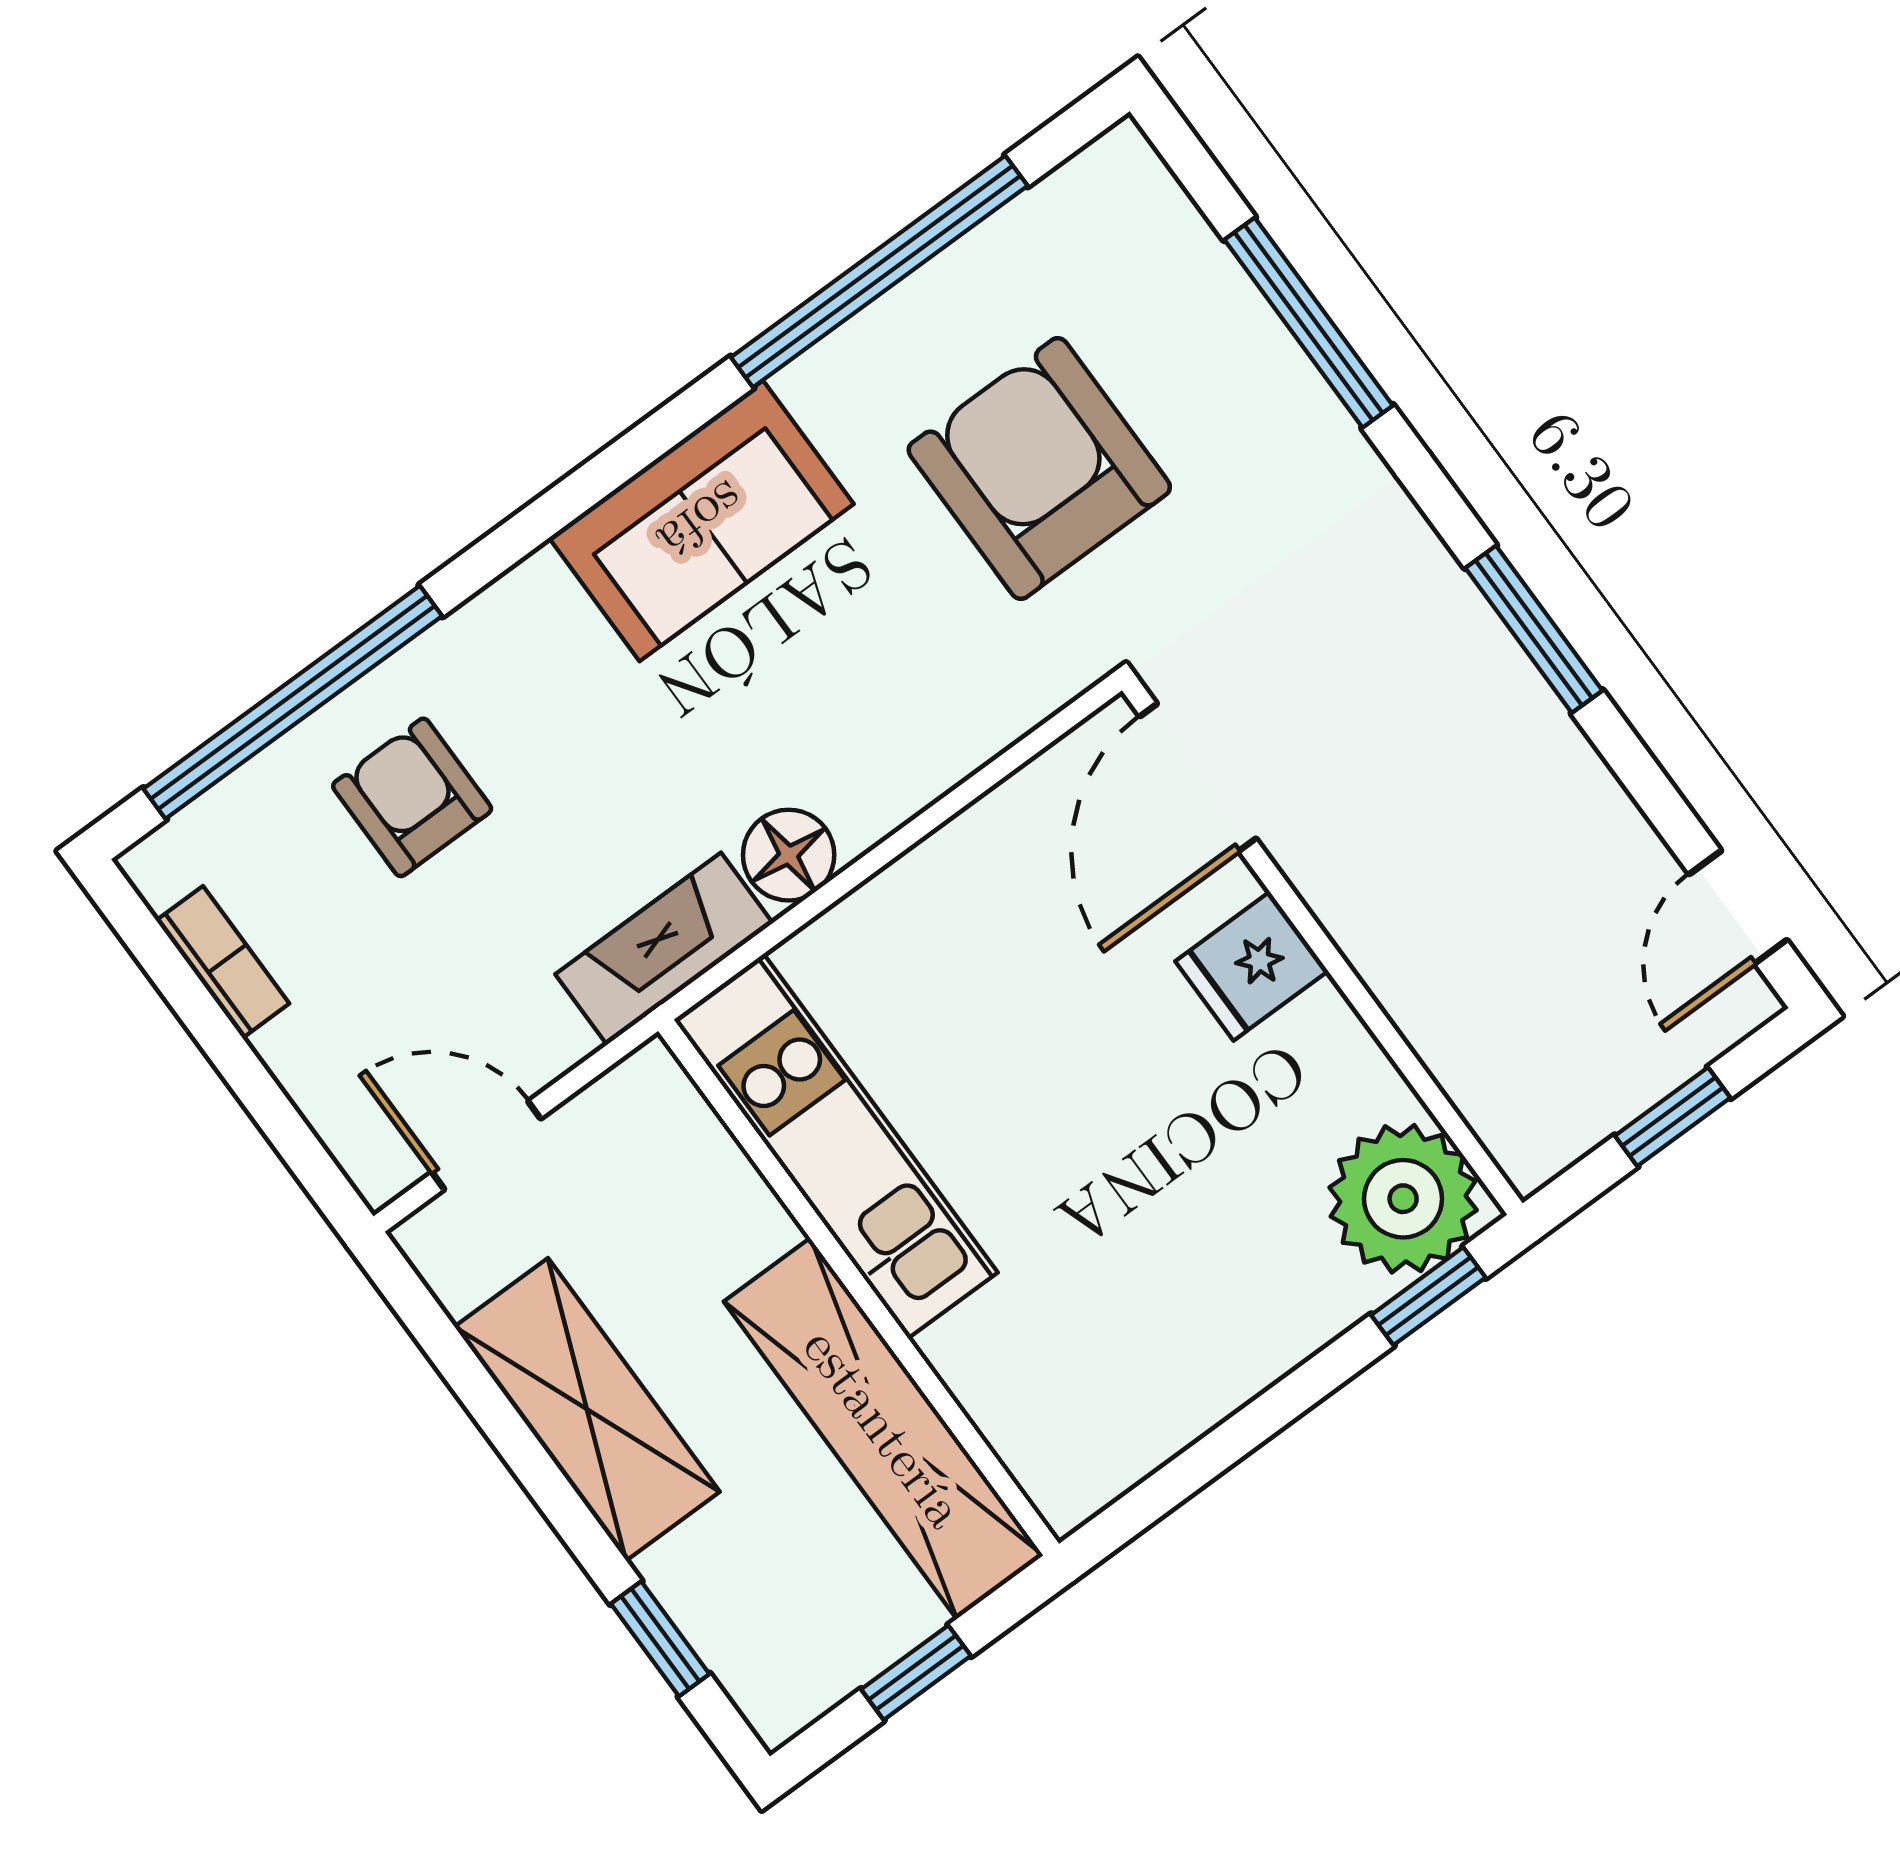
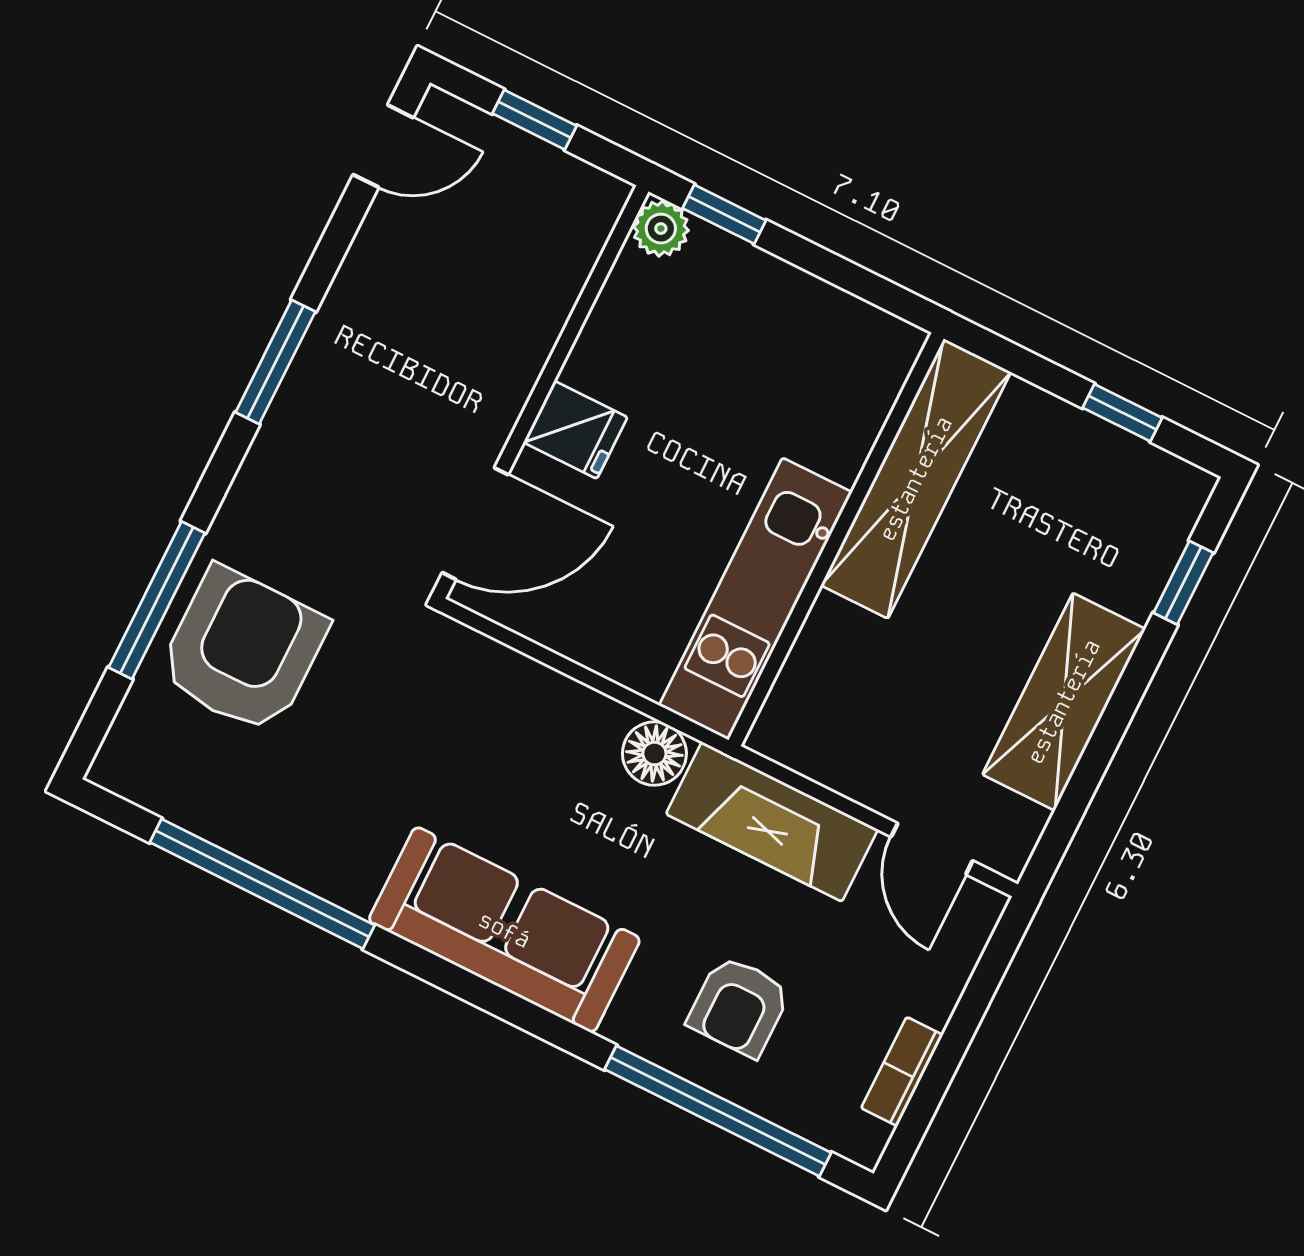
armchair: (1039, 469) -> (243, 650), moved, turned 180
sofa: (701, 521) -> (504, 930), width x1.36
fireplace: (664, 949) -> (772, 822), width x1.37, depth x1.32
kitchen unit: (836, 1146) -> (756, 599), moved
plant: (1403, 1199) -> (661, 229), width x0.53, depth x0.53
wall: (859, 1287) -> (836, 539), moved
shelving: (884, 1428) -> (916, 479), moved

